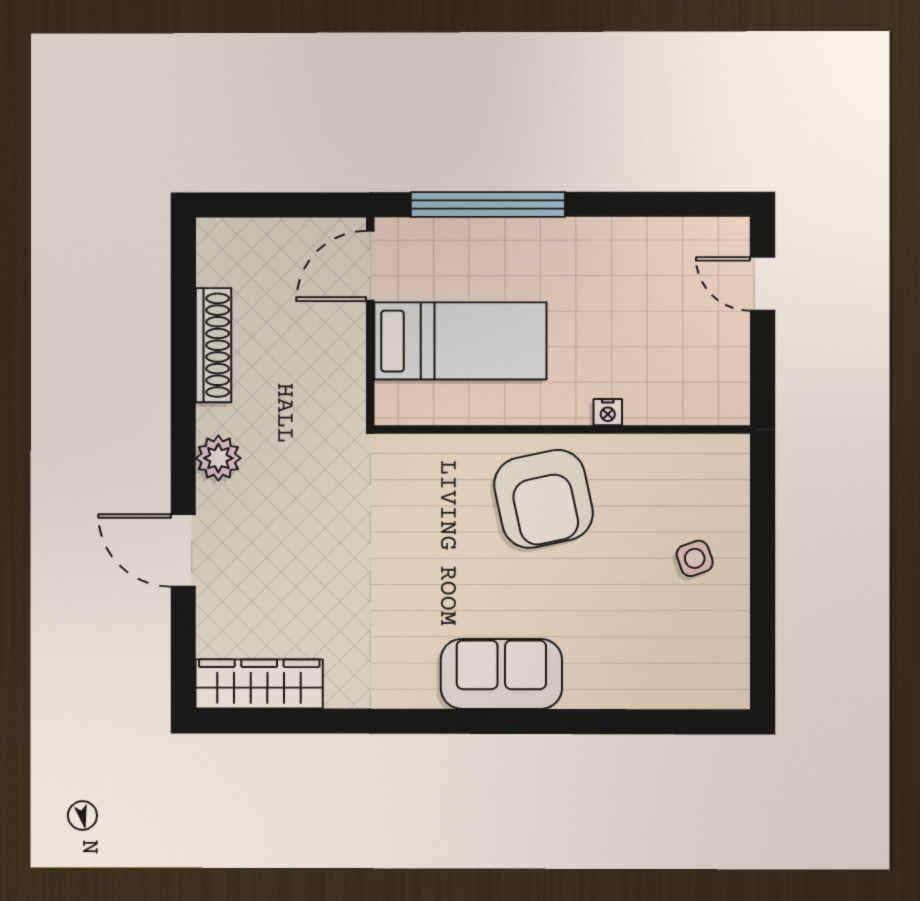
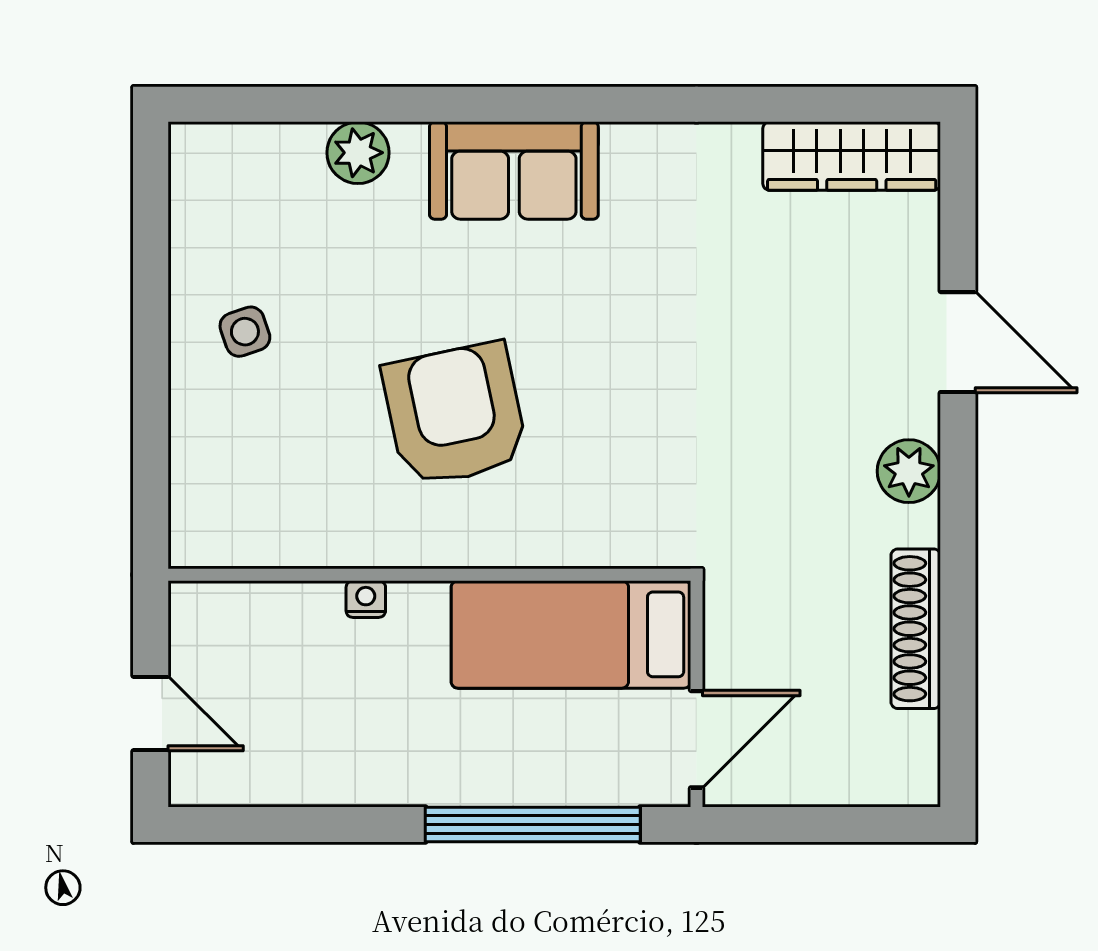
nightstand: (608, 412) -> (366, 599), moved
wall: (562, 430) -> (429, 575), moved
plant: (613, 687) -> (358, 153), added

